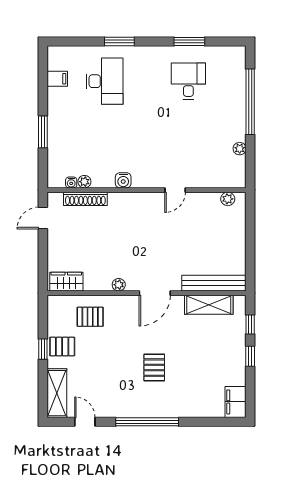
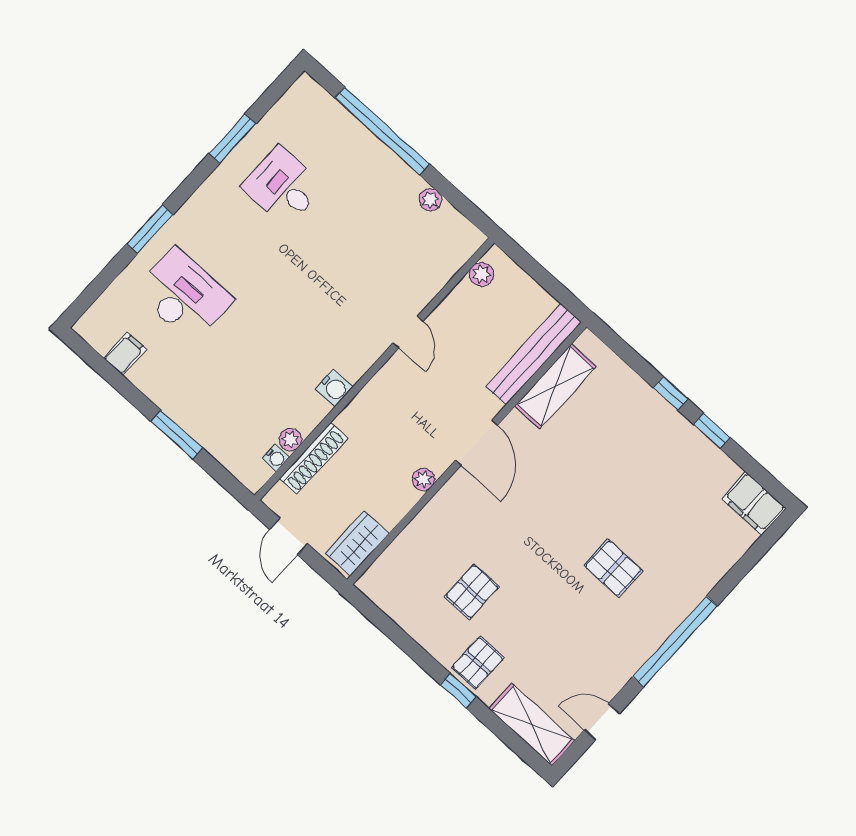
wardrobe: (66, 282) -> (357, 544), moved
bench: (214, 283) -> (534, 354), moved
plant: (119, 285) -> (423, 479), moved
wall: (146, 293) -> (467, 453), moved
door: (155, 293) -> (477, 443), moved
shelving: (209, 305) -> (555, 386), moved

